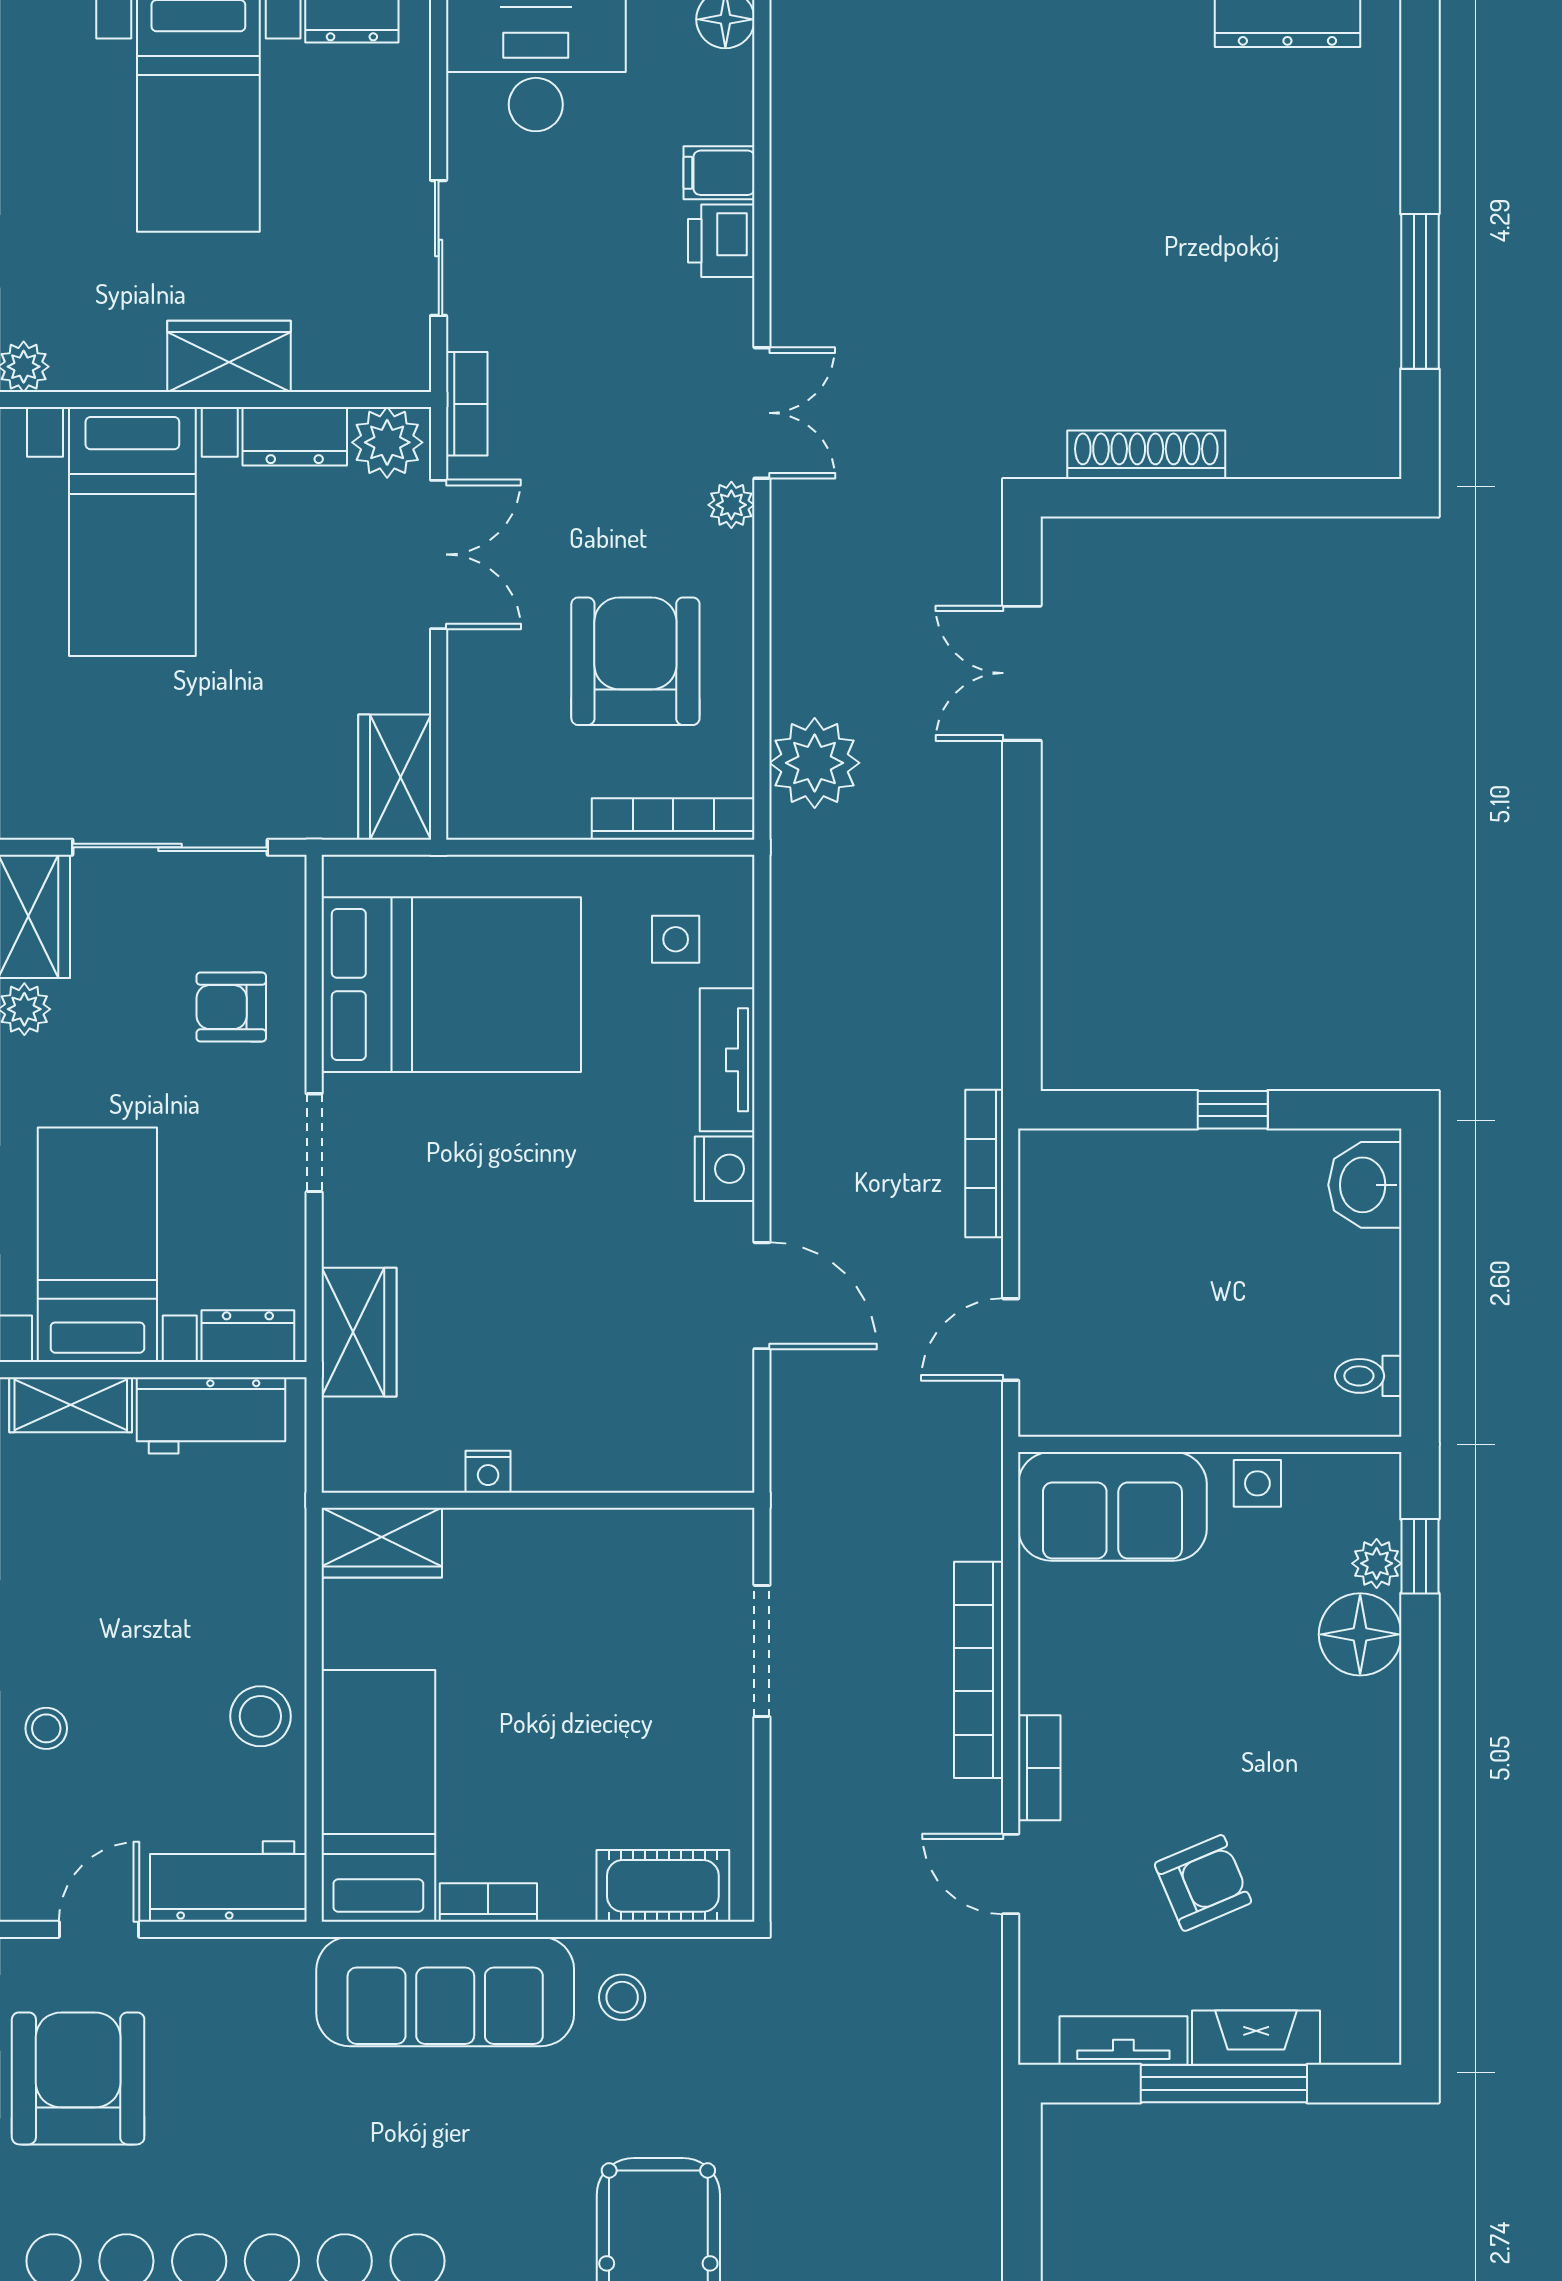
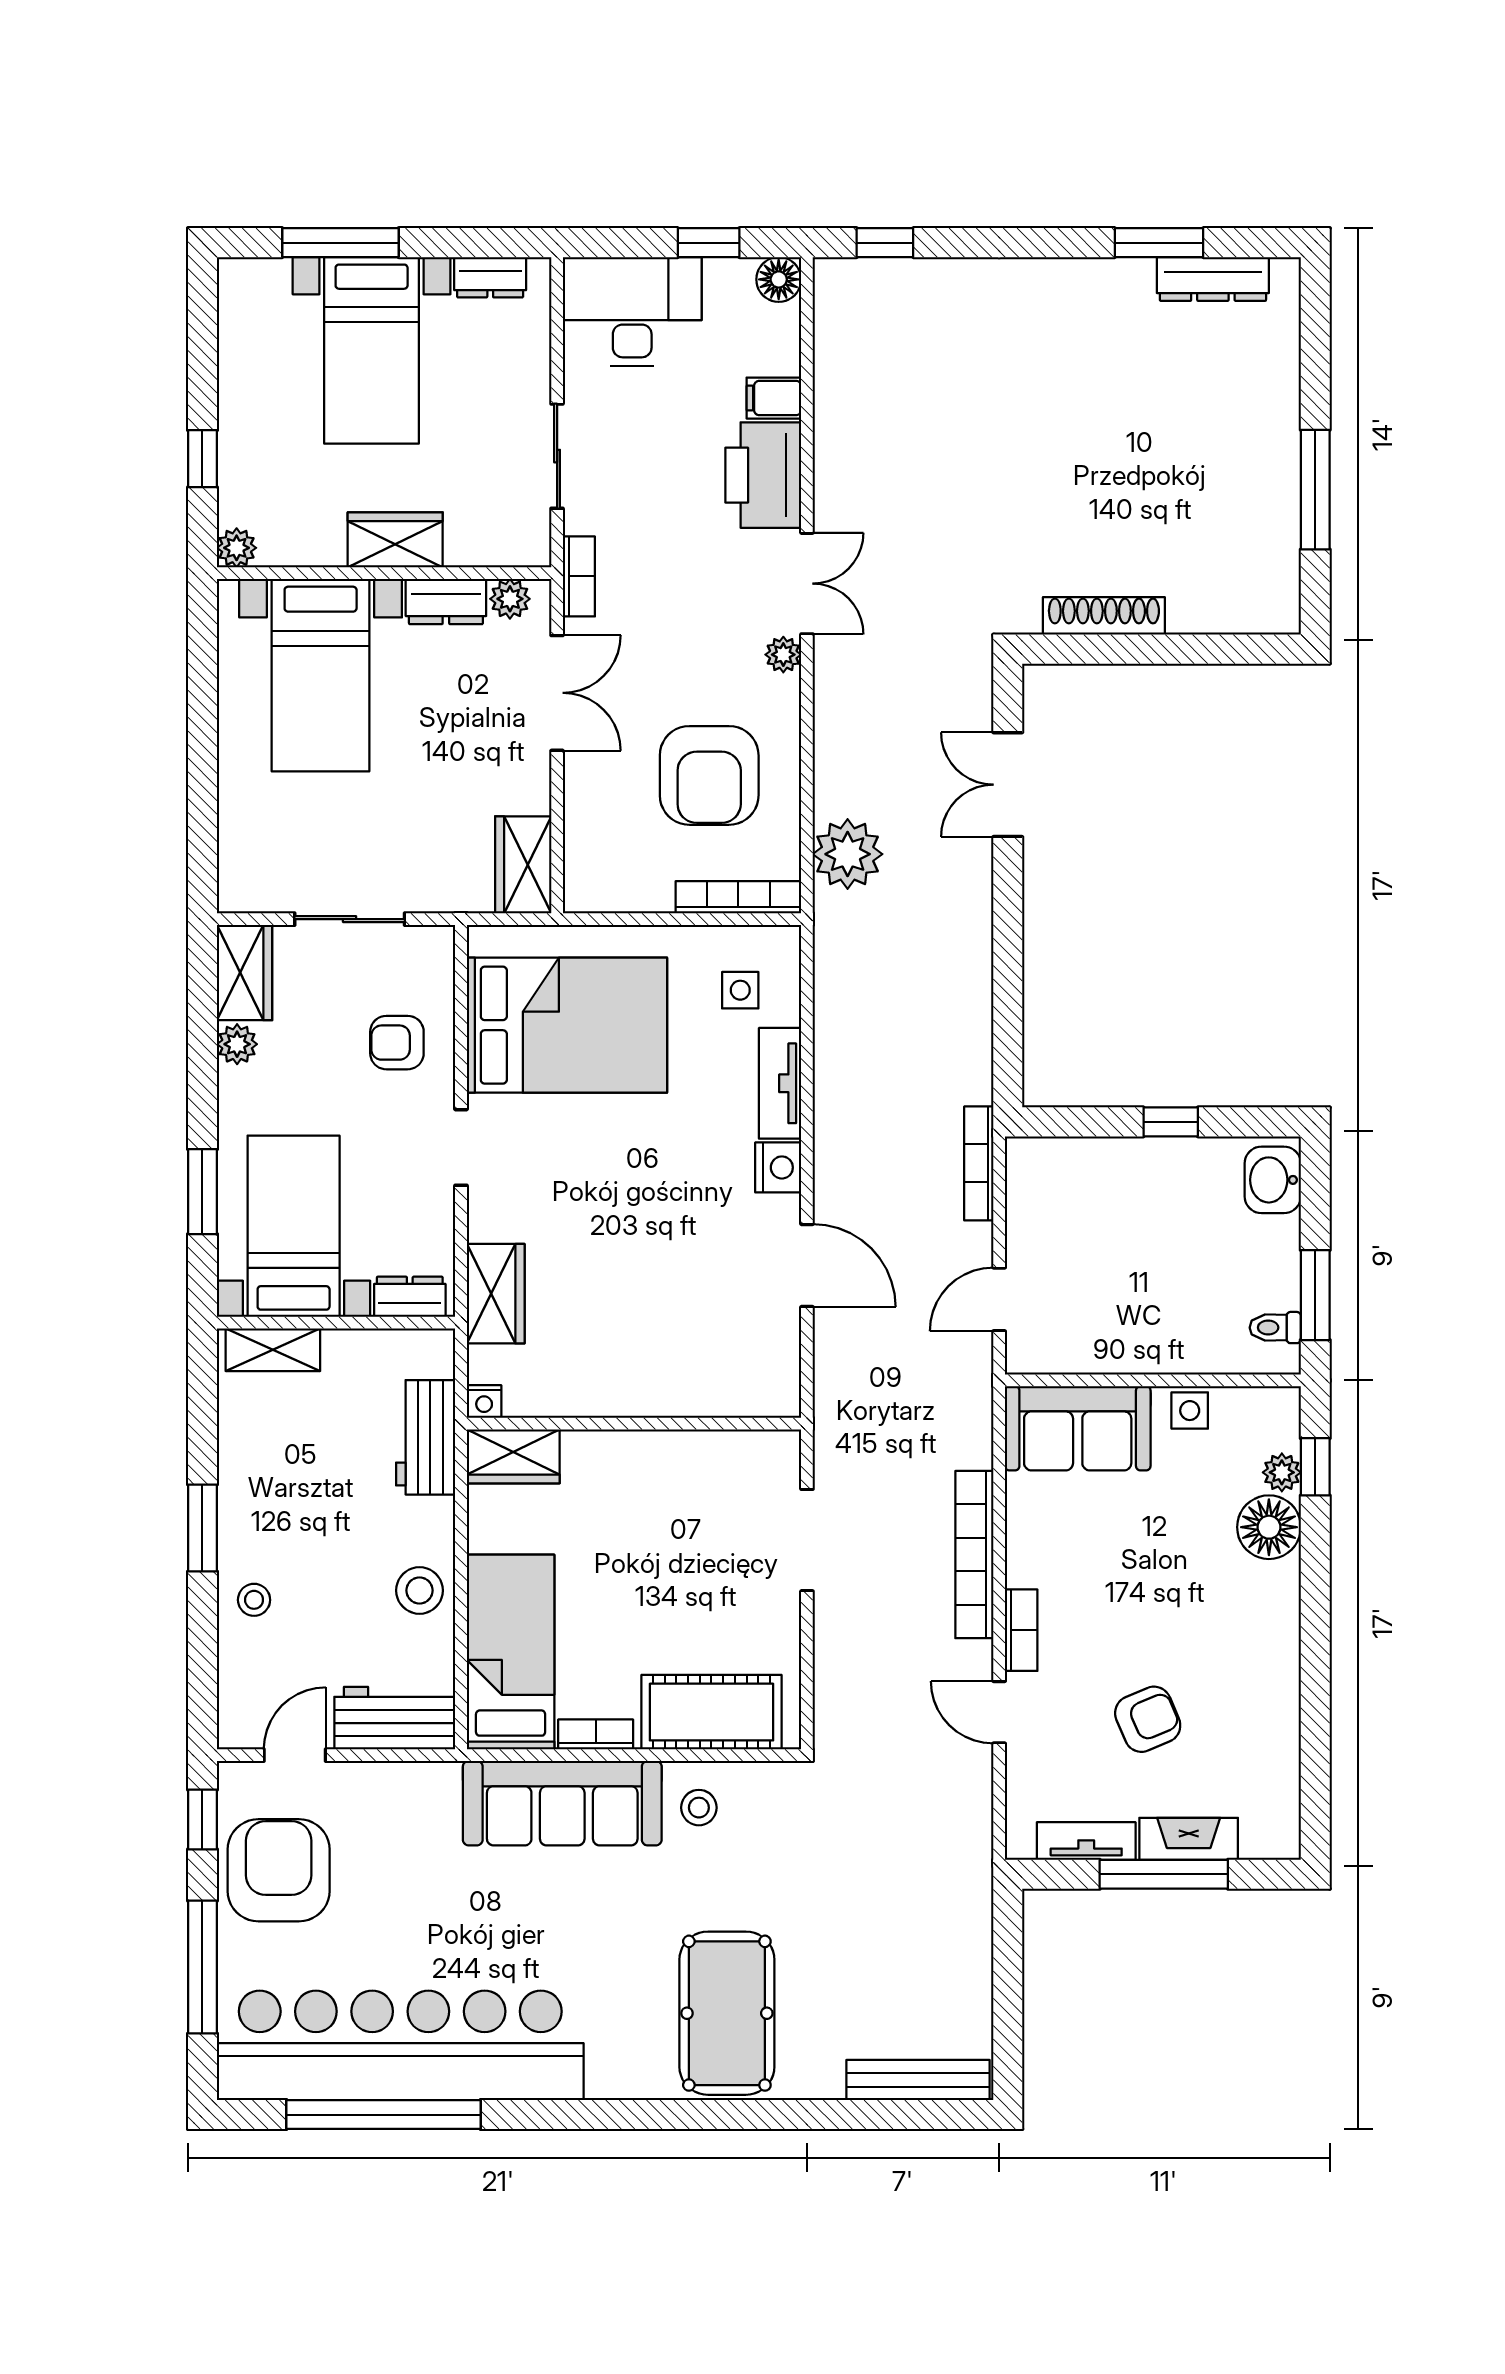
printer: (721, 241) -> (763, 475), width x1.87, depth x1.48
plant: (387, 442) -> (510, 599), width x0.73, depth x0.73
armchair: (635, 661) -> (709, 775), turned 180
sliding door: (170, 847) -> (350, 919), width x0.73
window: (1420, 1334) -> (1315, 1295), added
workbench: (211, 1415) -> (426, 1437), moved, turned 90
nightstand: (488, 1472) -> (484, 1402), moved
cot: (663, 1886) -> (711, 1712), width x1.37, depth x1.34

